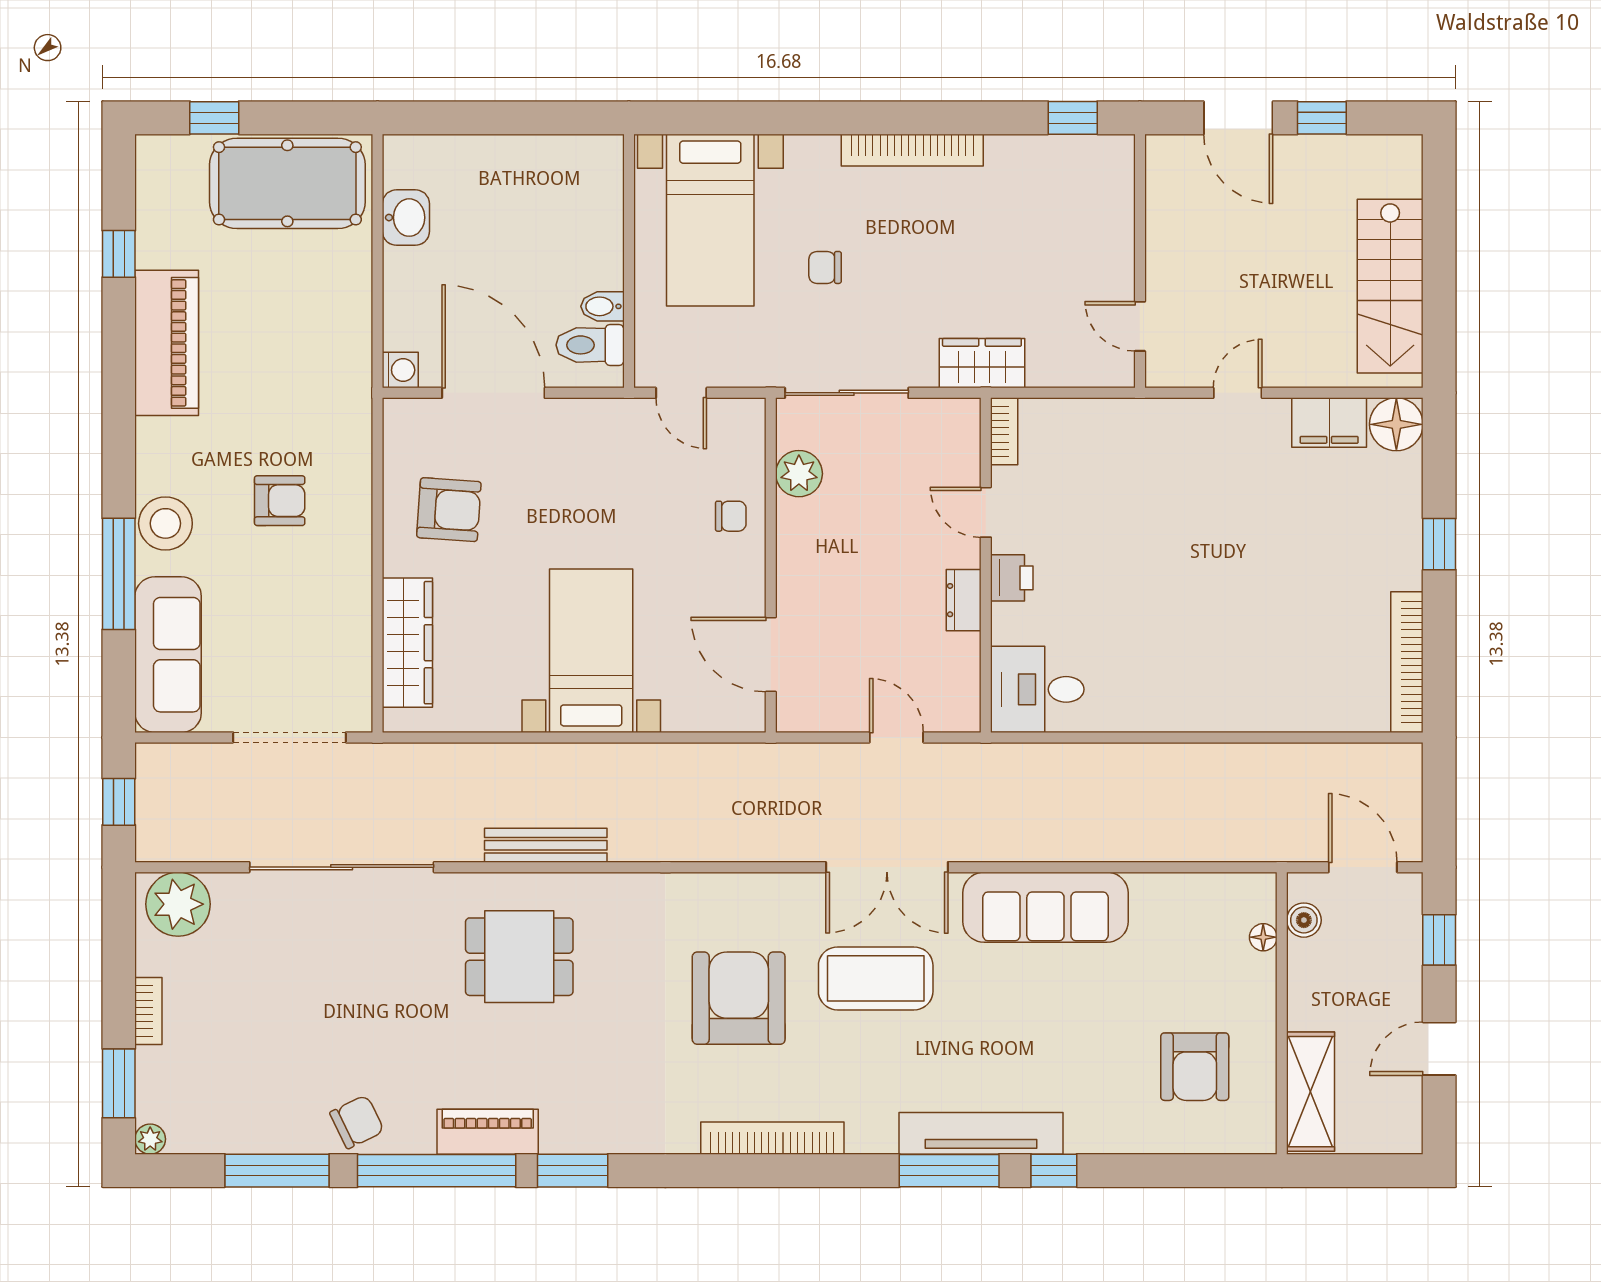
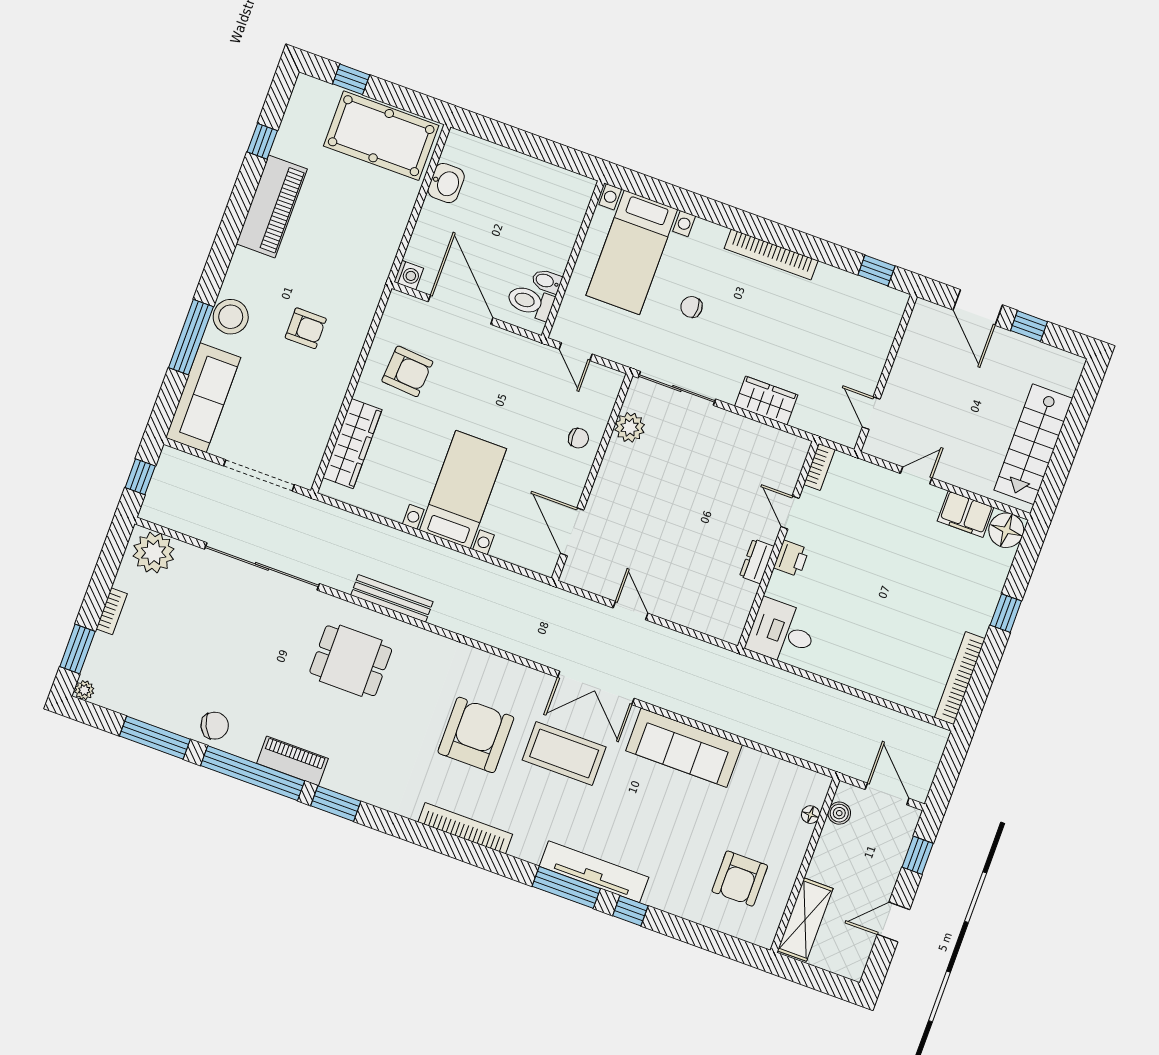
bookcase: (1004, 431) -> (819, 467), moved
door: (986, 512) -> (790, 513), moved
wall: (986, 565) -> (778, 545), moved
printer: (1012, 578) -> (791, 558), moved
dresser: (964, 600) -> (757, 561), moved
desk: (1037, 689) -> (782, 632), moved

